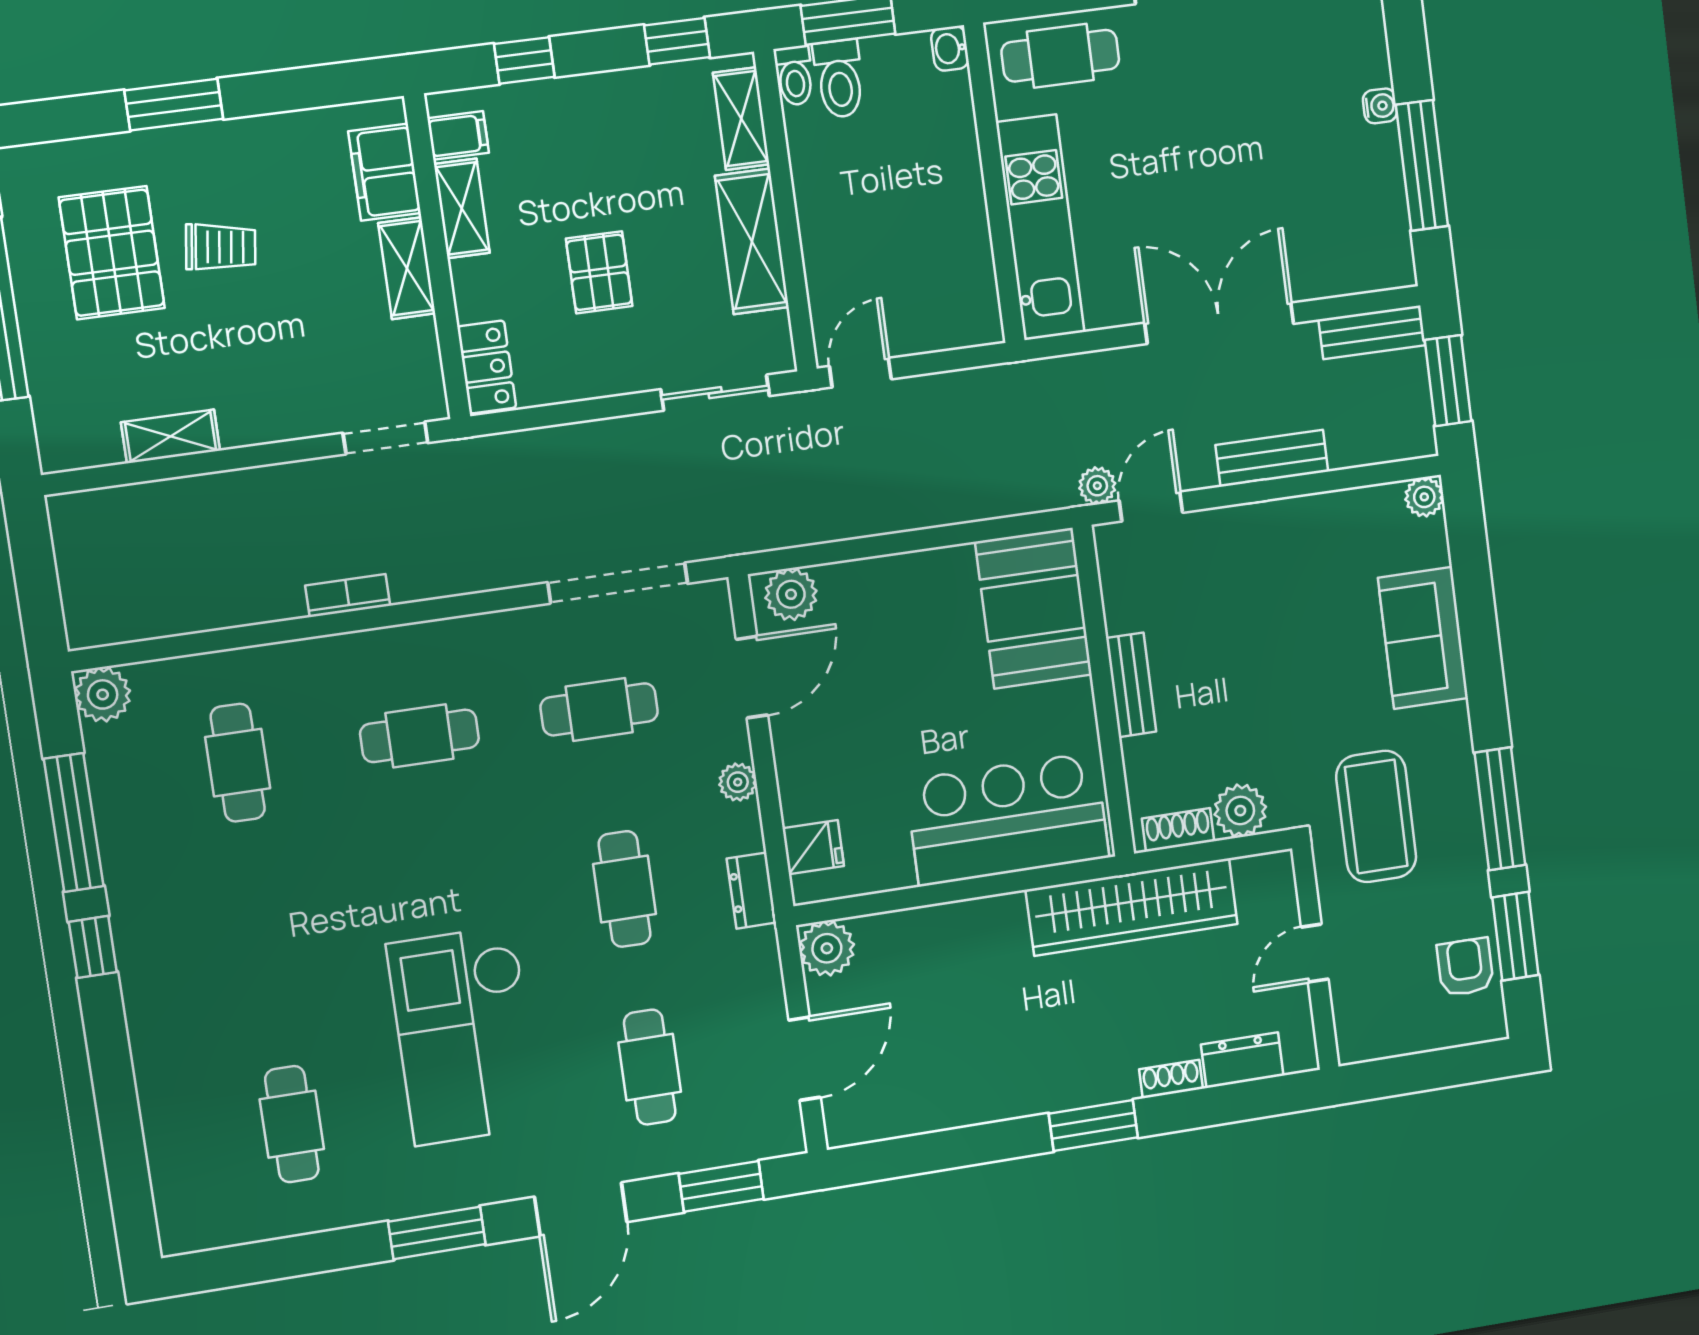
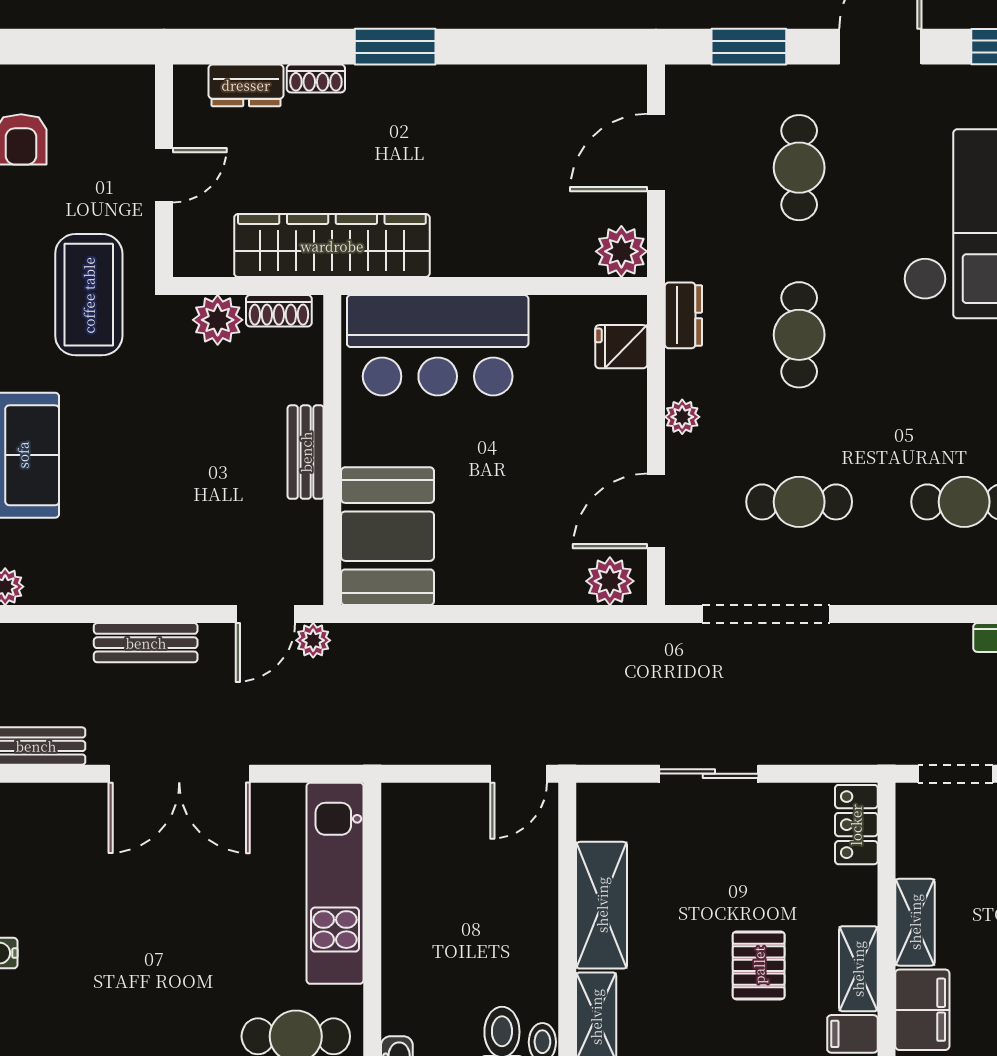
pallet: (599, 272) -> (759, 965), moved
sliding door: (715, 393) -> (709, 774), moved

